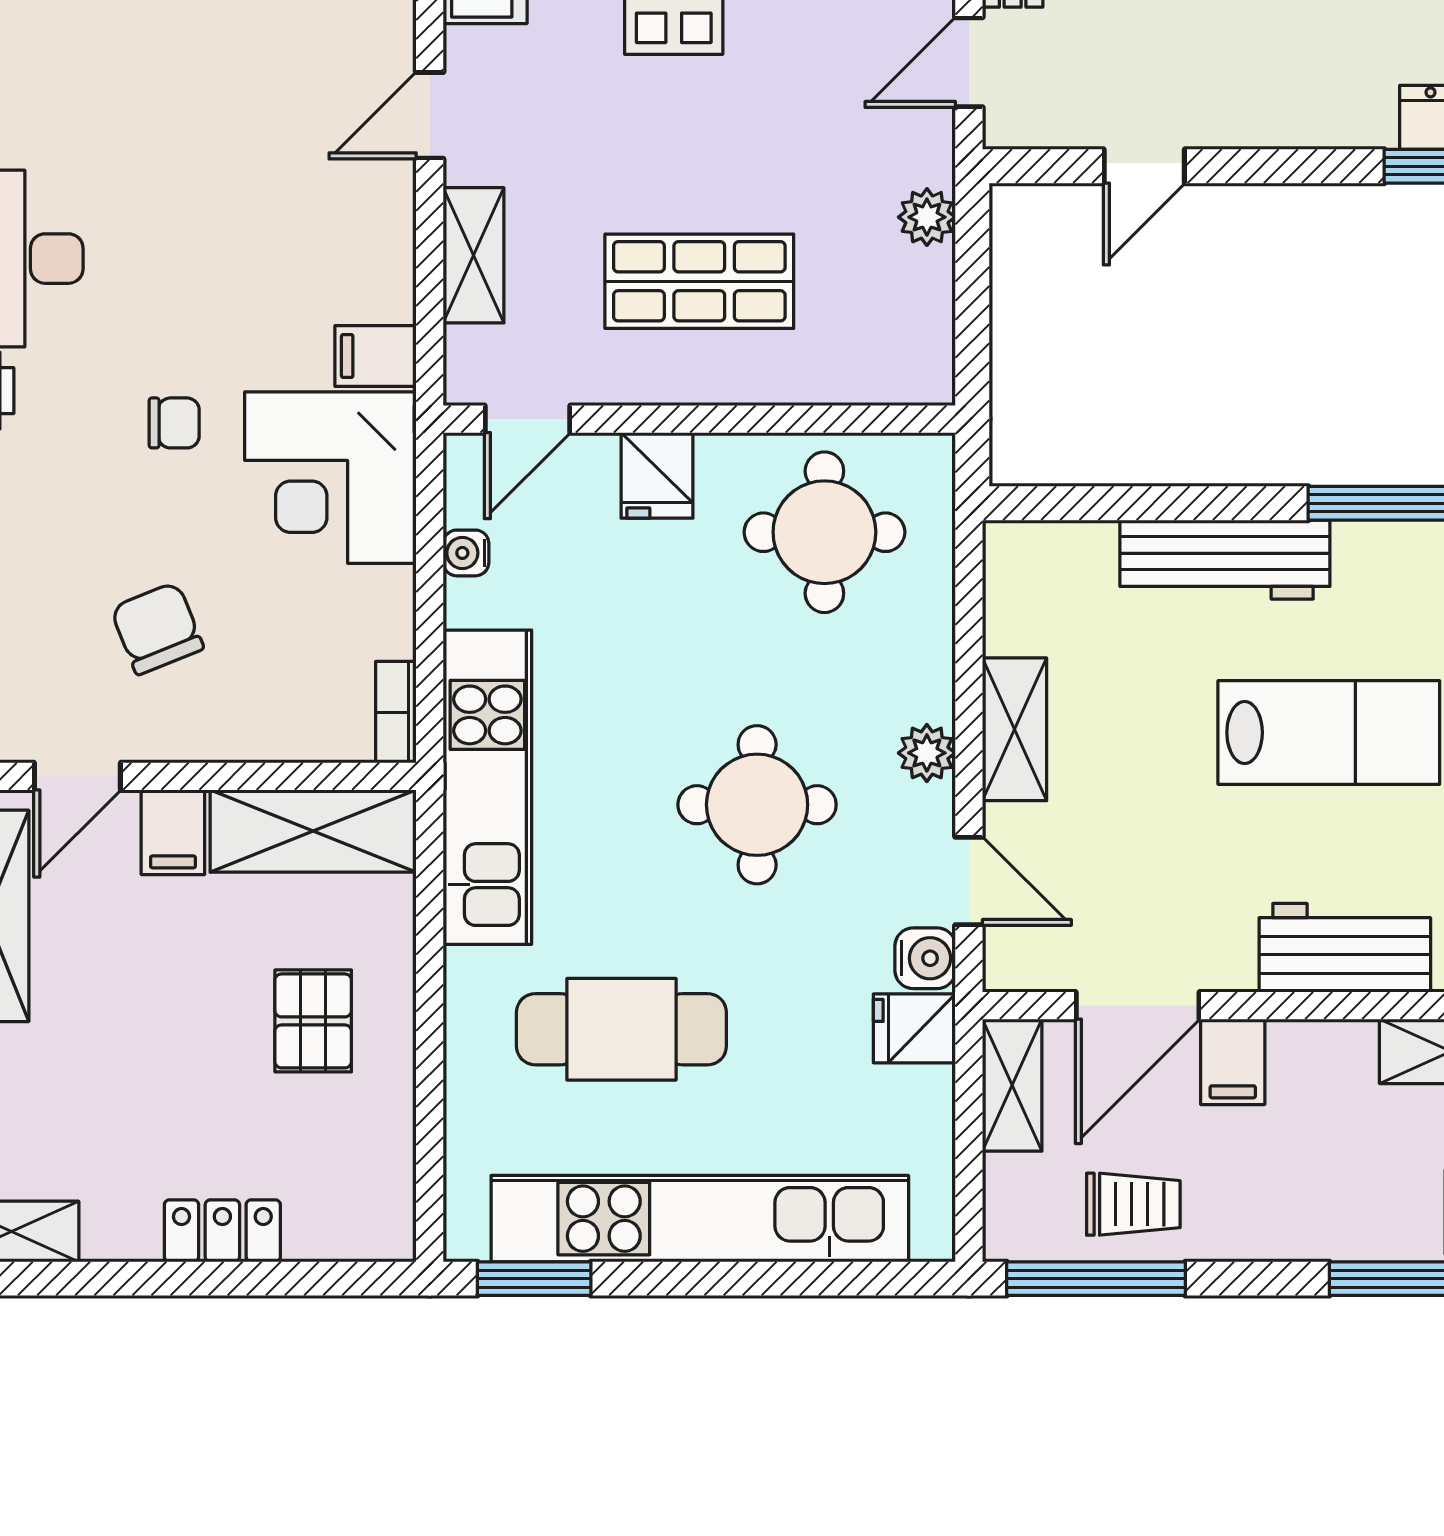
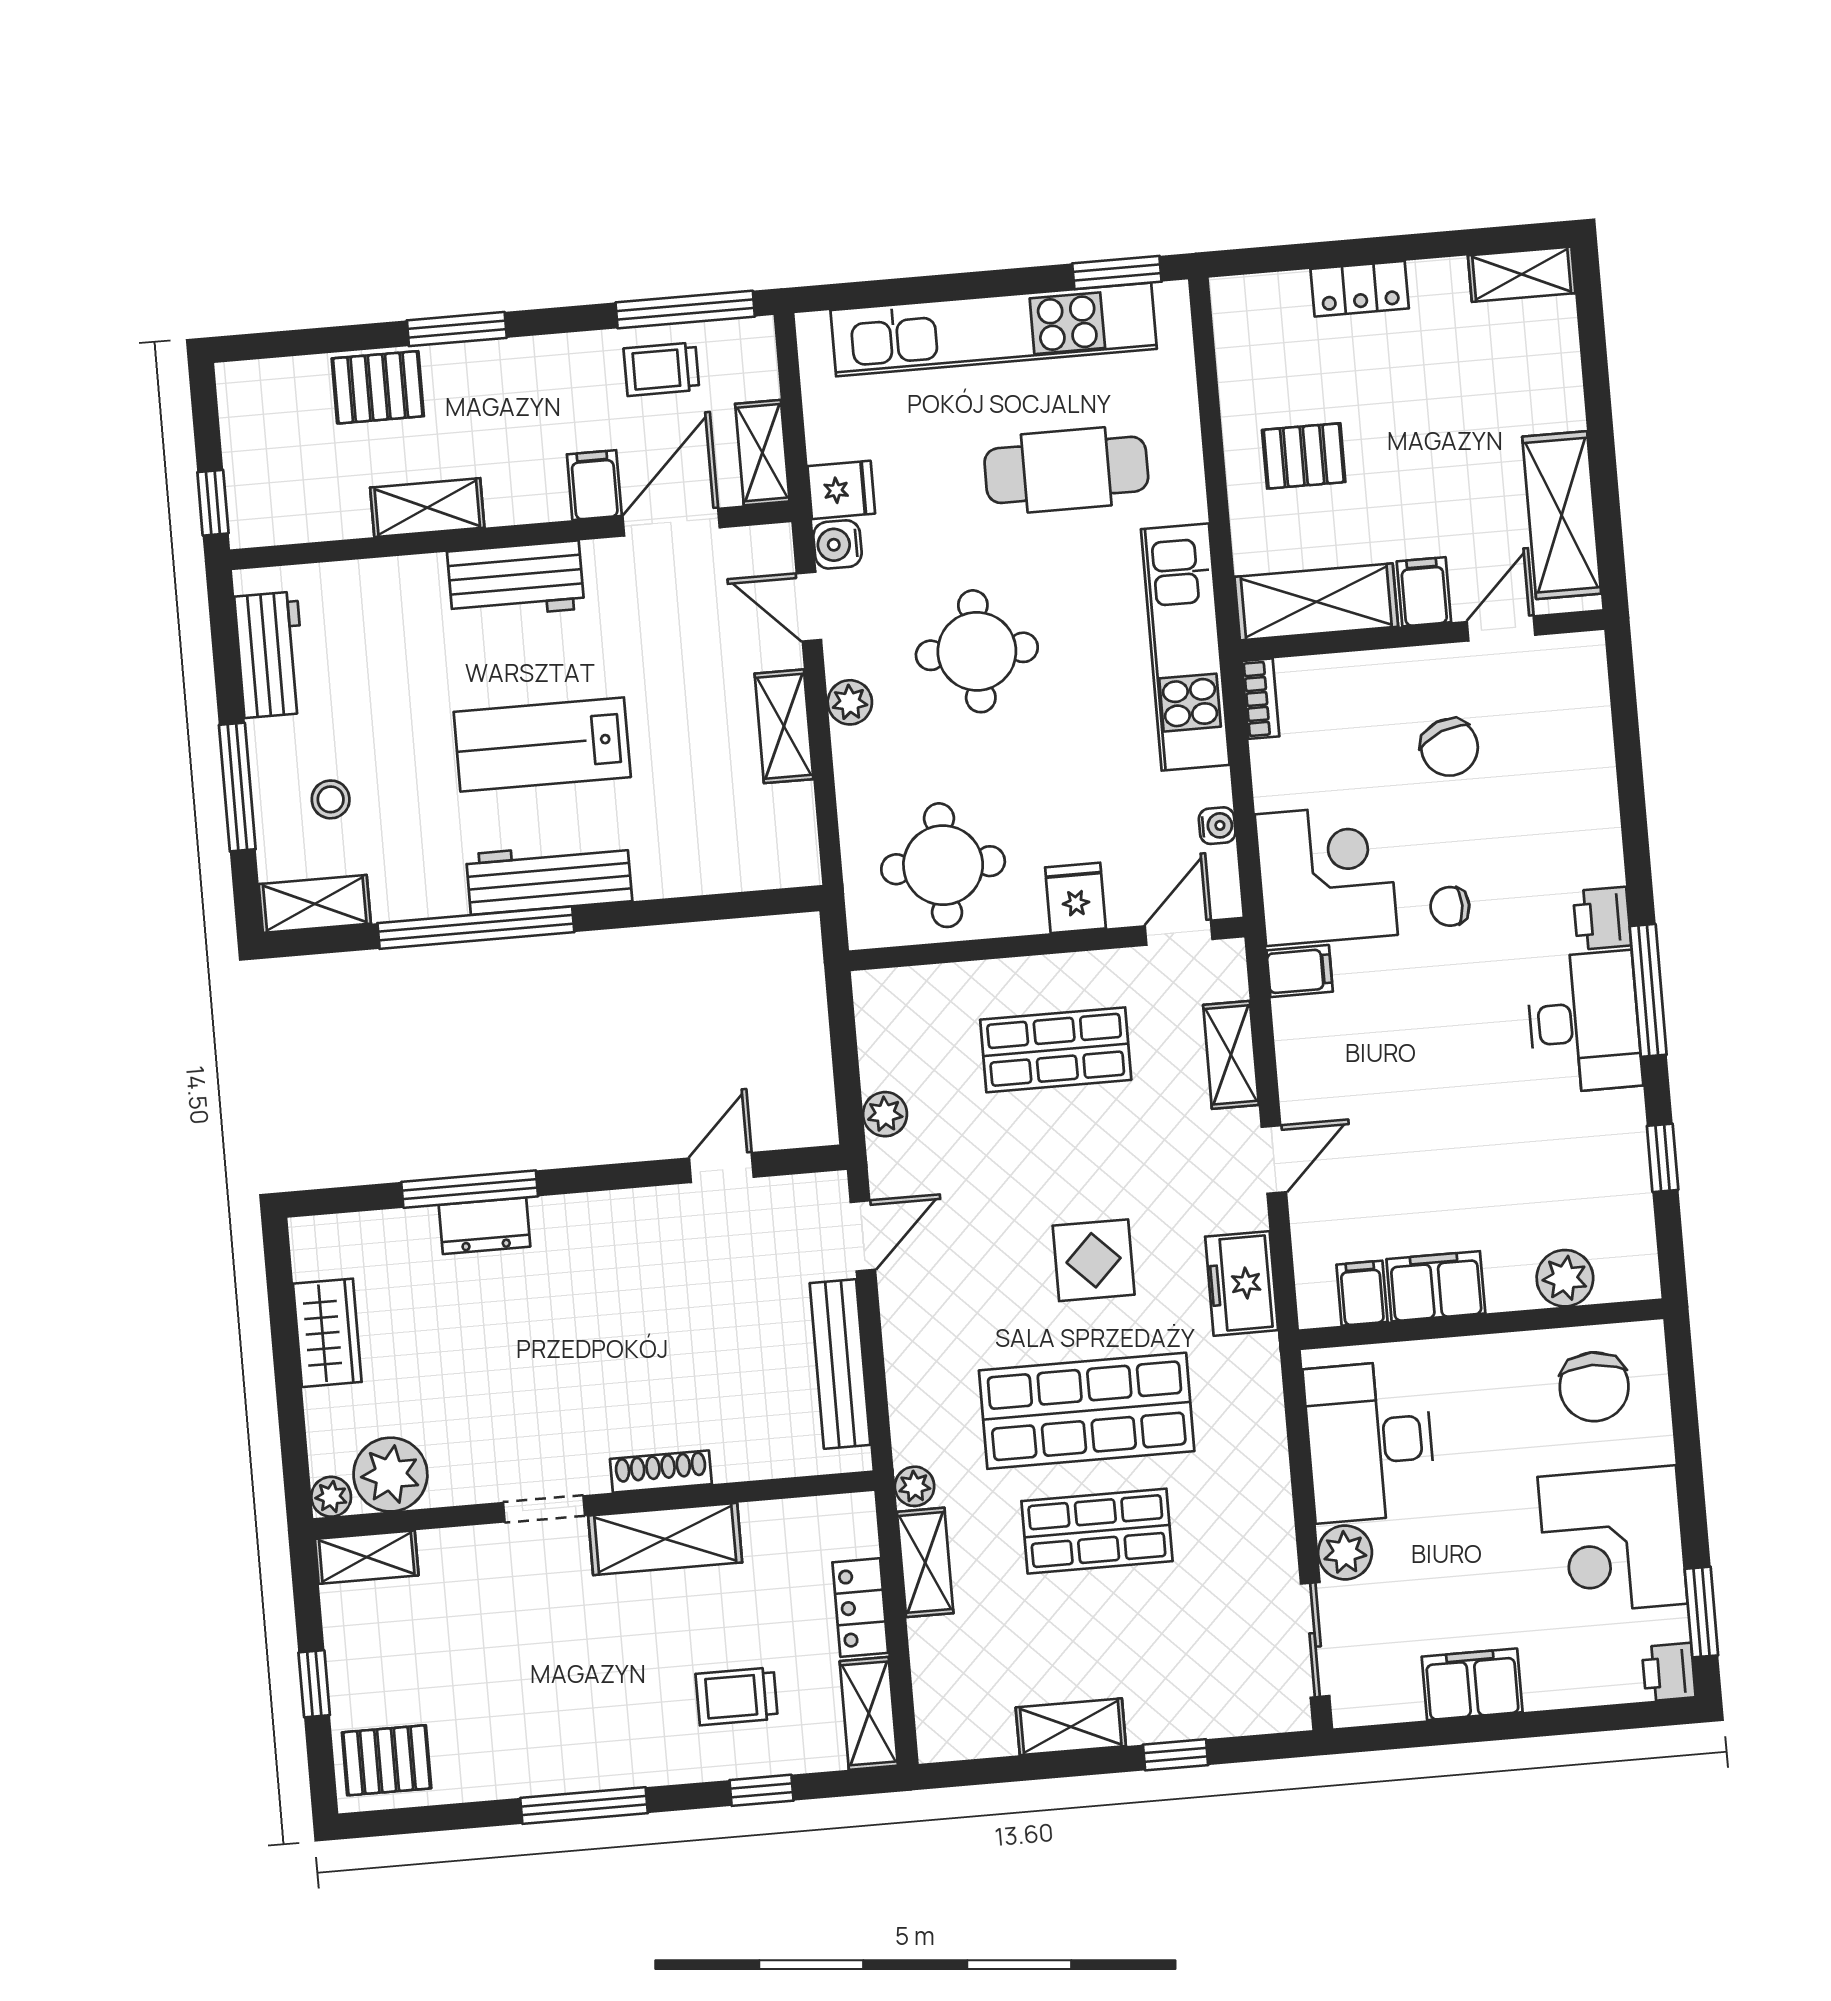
workbench: (1225, 560) -> (549, 878), moved
pallet: (313, 1021) -> (1304, 456), turned 90

